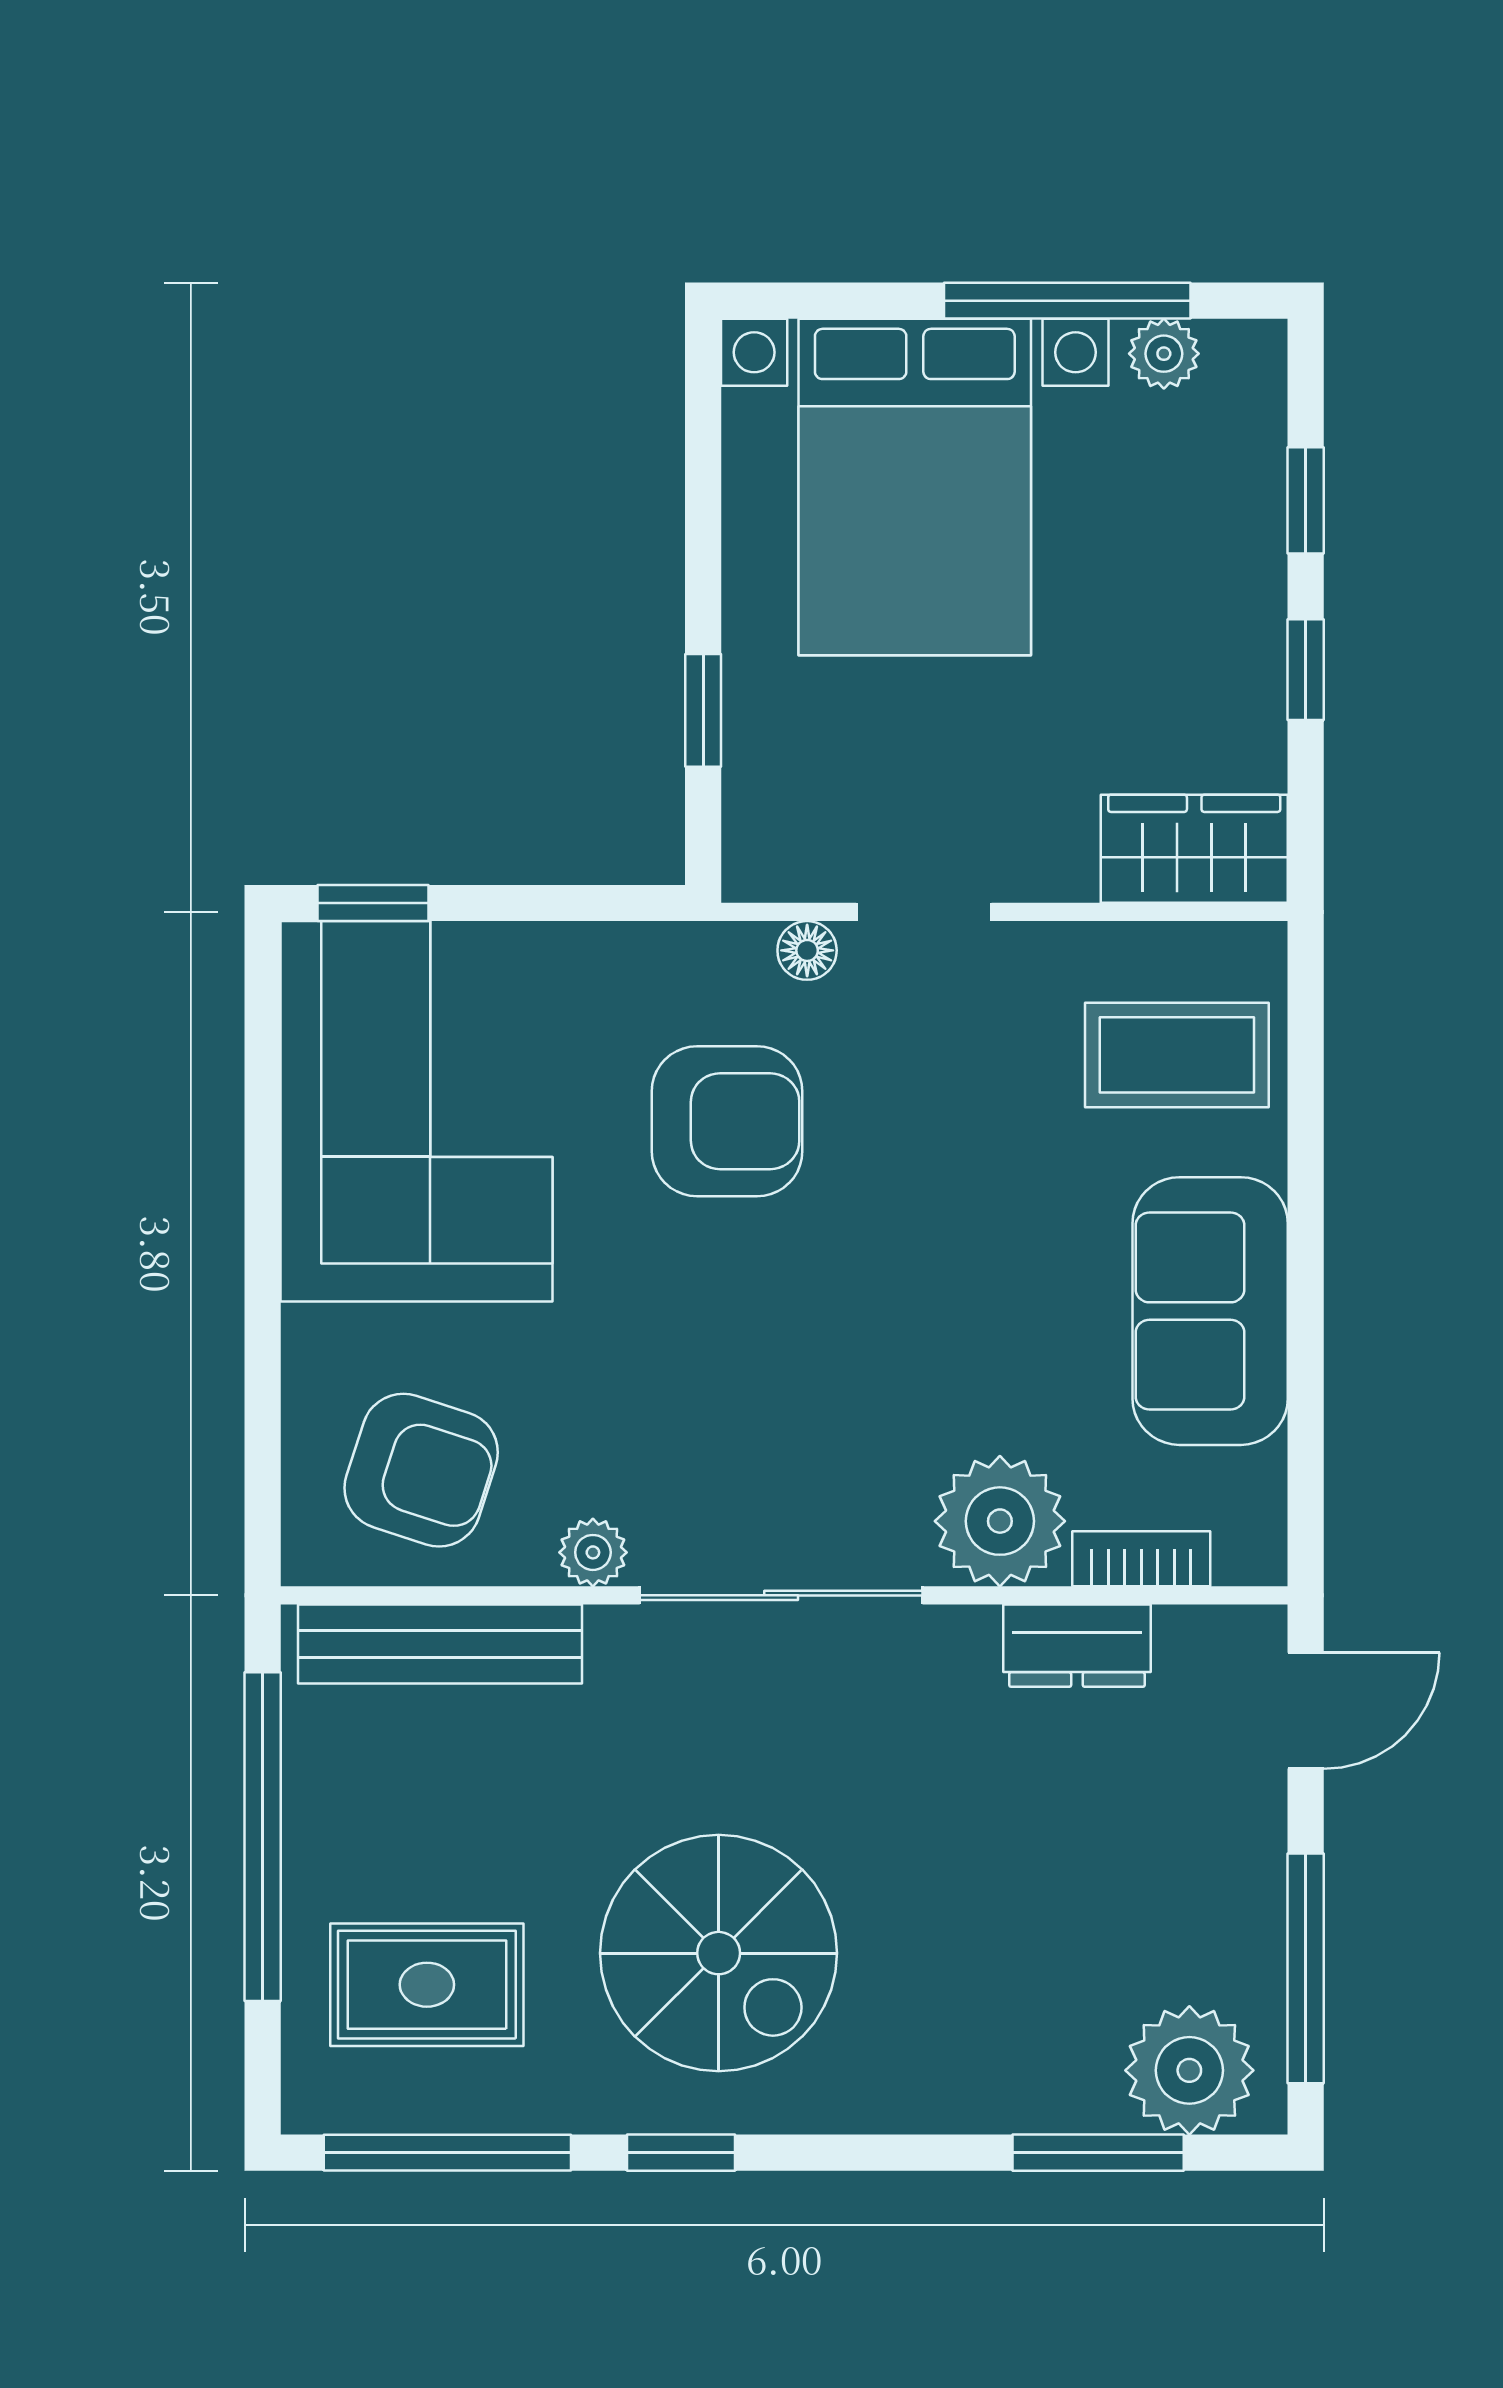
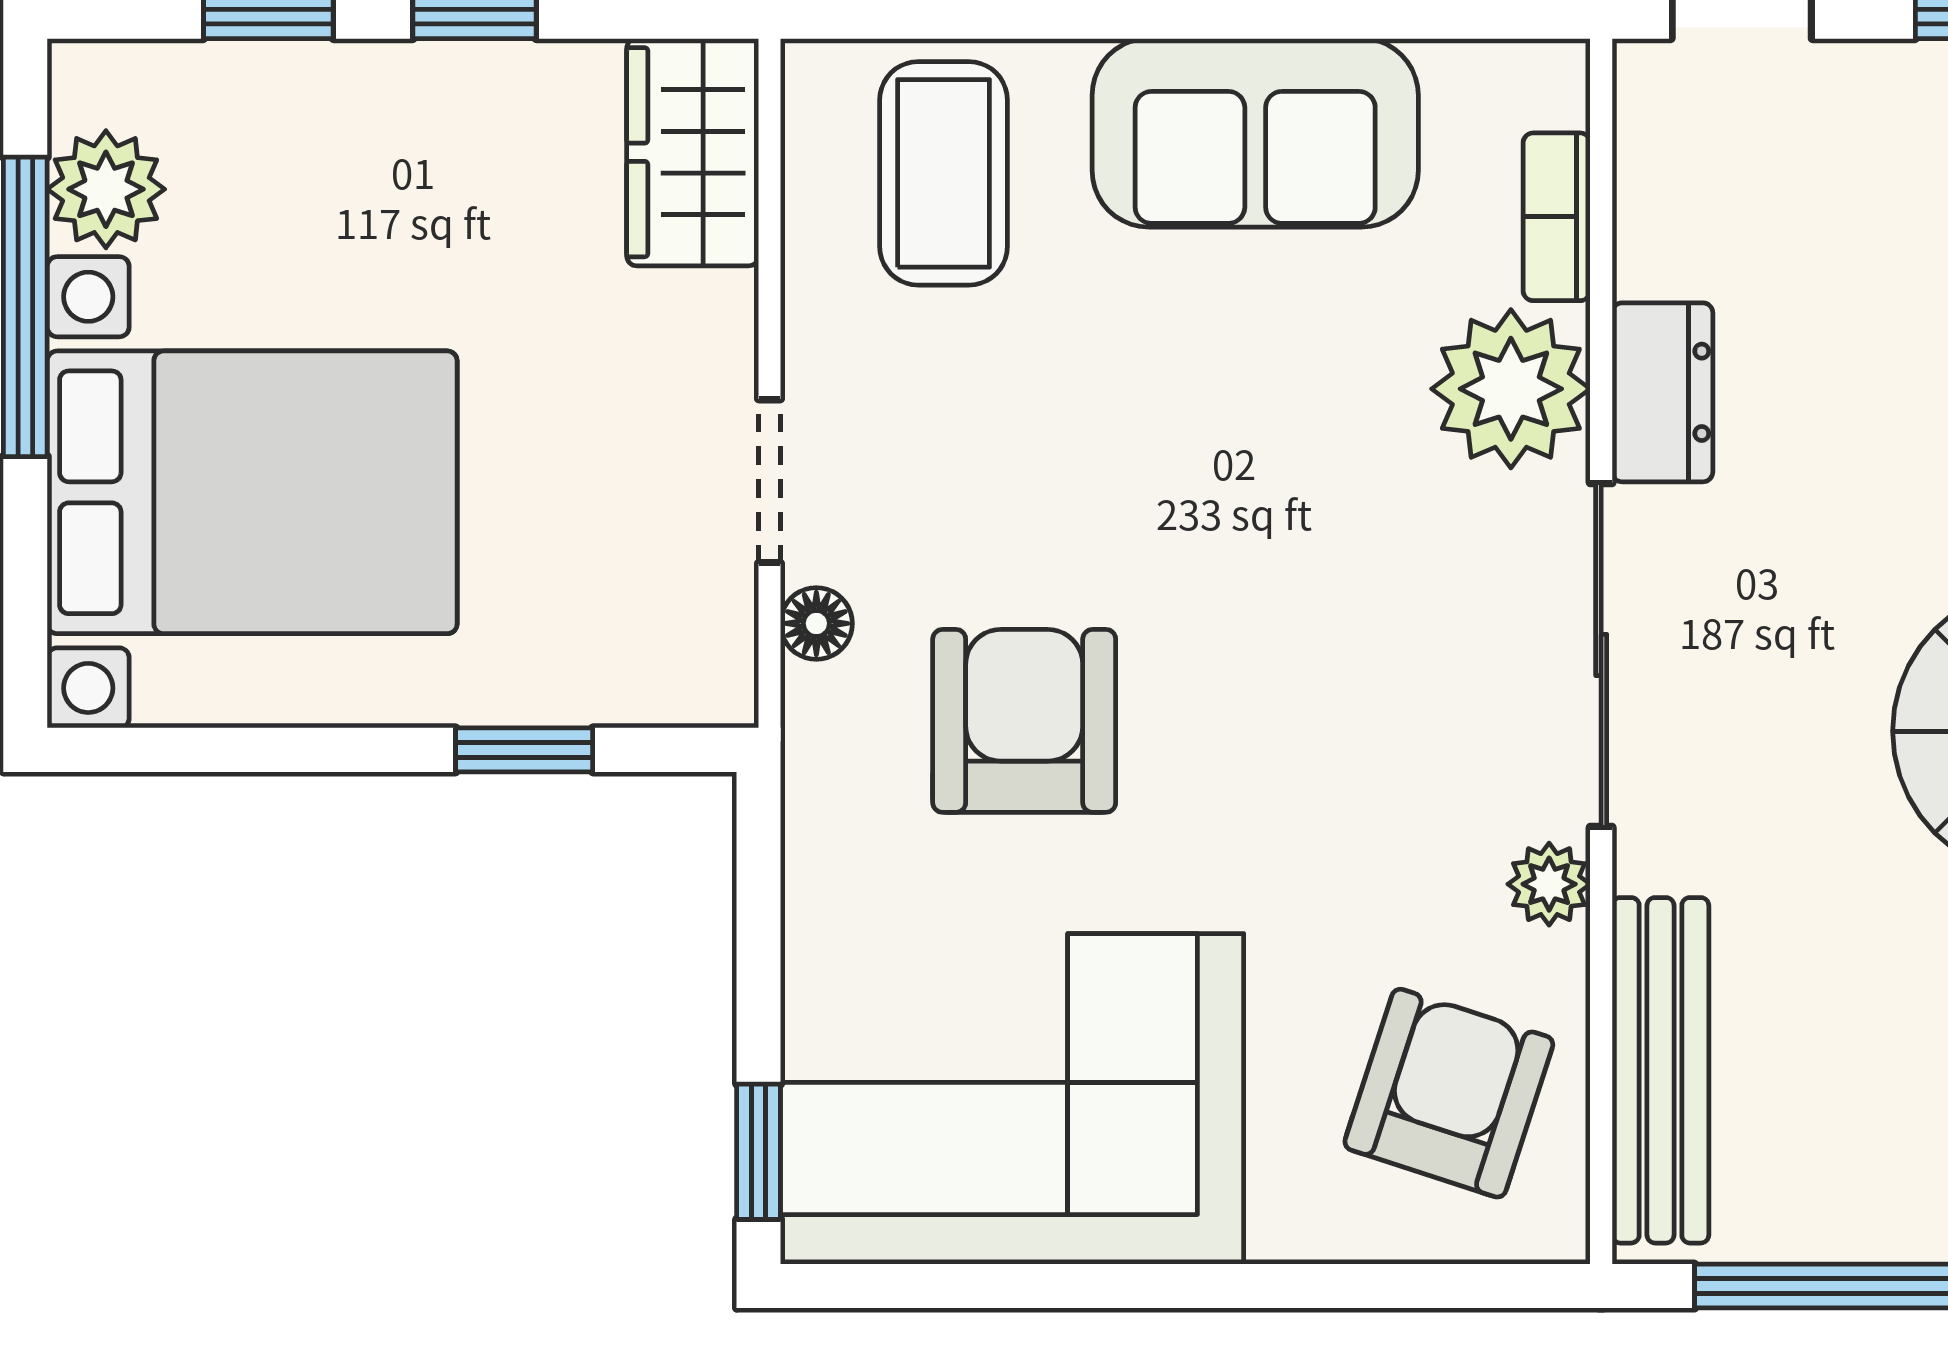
plant: (1164, 354) -> (106, 189), width x1.38, depth x1.38
dresser: (1077, 1646) -> (1662, 392), moved

